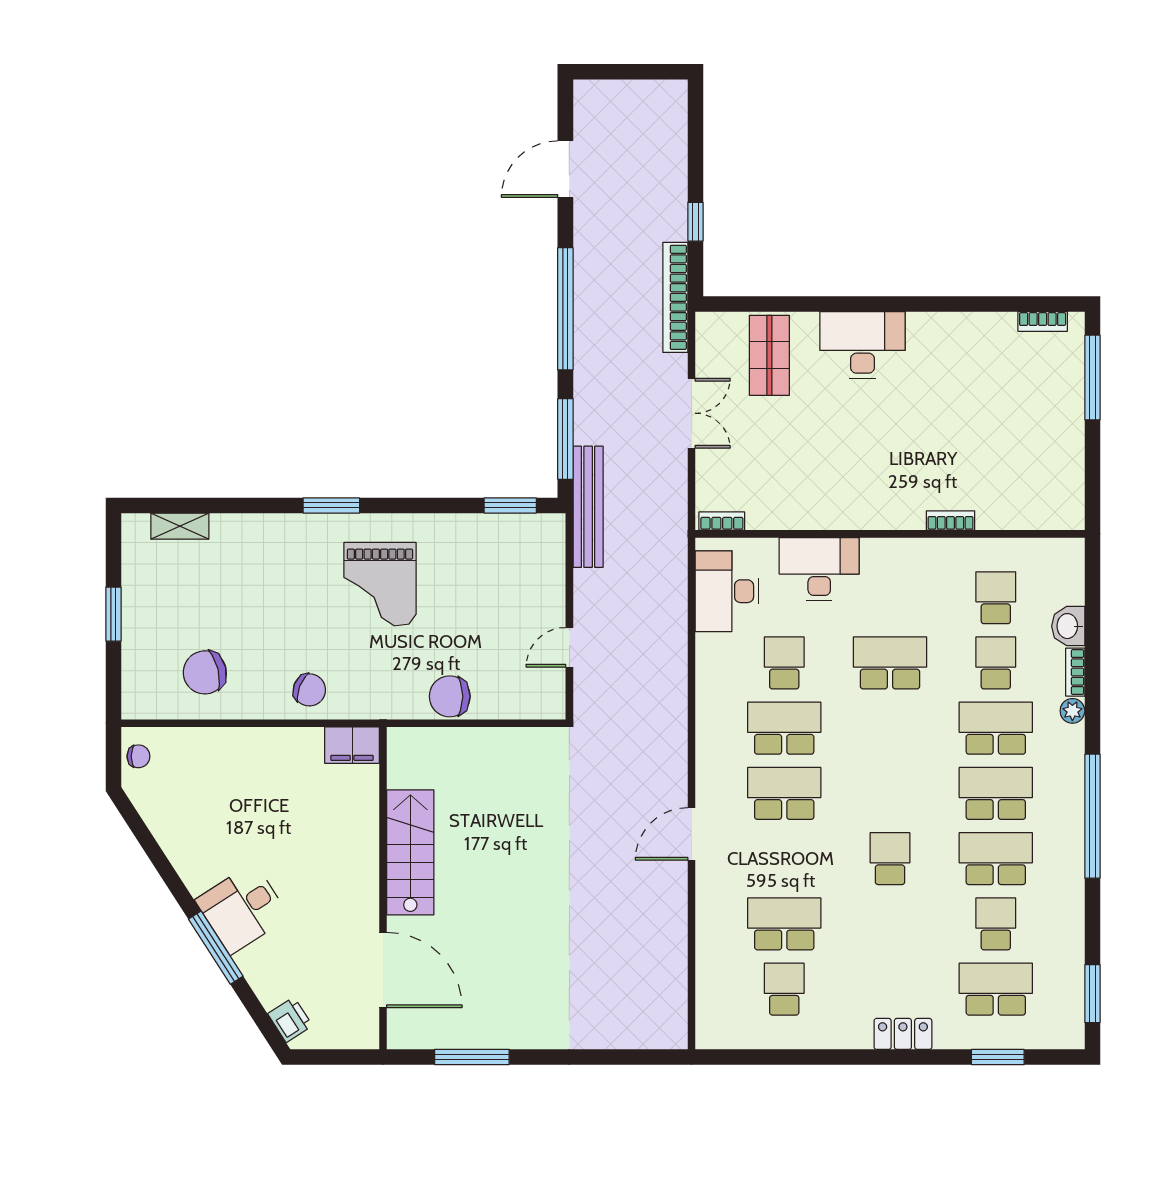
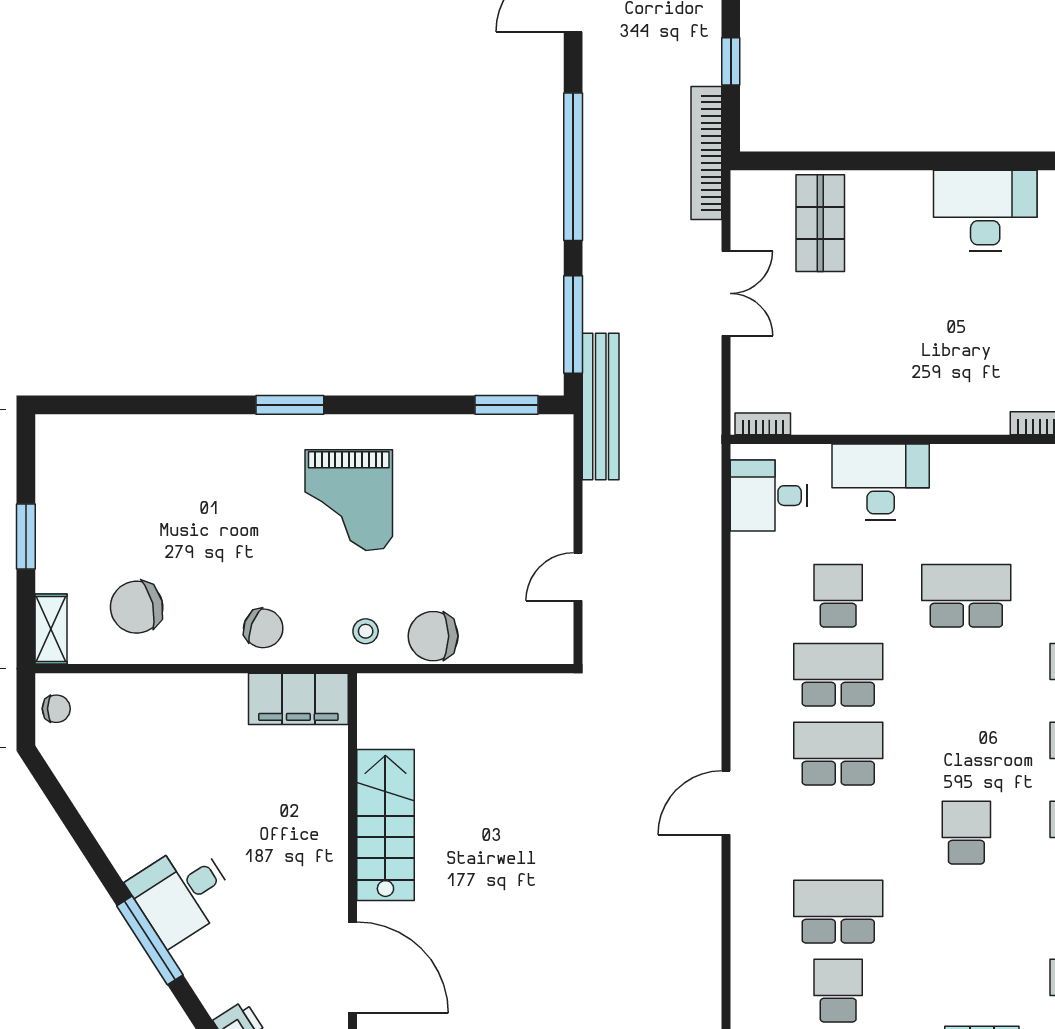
desk: (862, 345) -> (985, 211), moved
shelving: (180, 526) -> (51, 629), moved, turned 90
desk: (727, 591) -> (769, 496), width x0.73
stool: (394, 692) -> (366, 631), added
filing cabinet: (352, 745) -> (298, 699), width x1.50, depth x1.17

